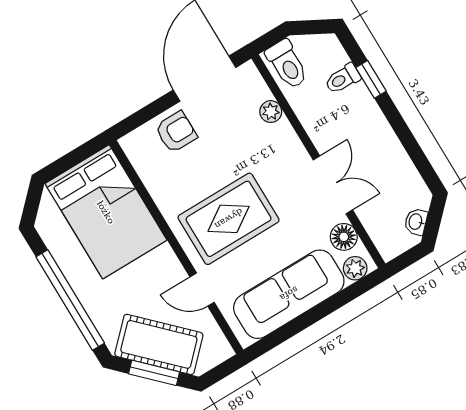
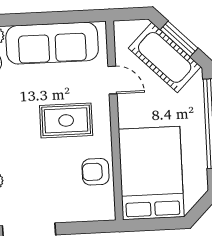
armchair: (176, 132) -> (96, 172), moved
rug: (229, 219) -> (66, 120), width x0.73, depth x0.70

